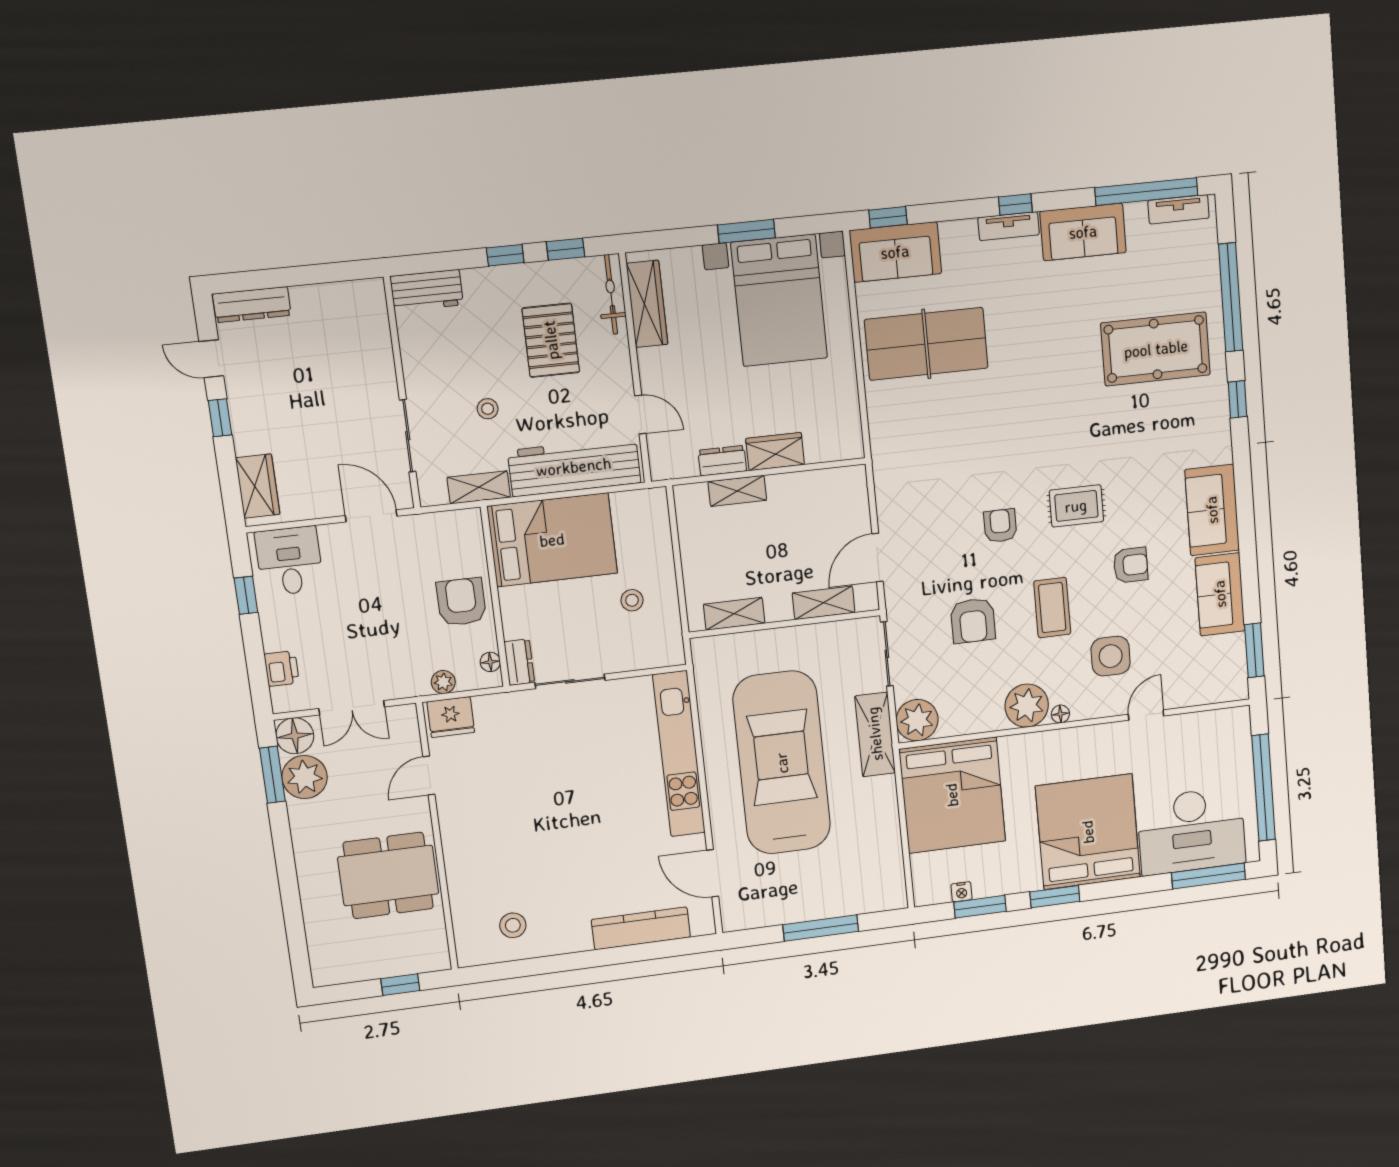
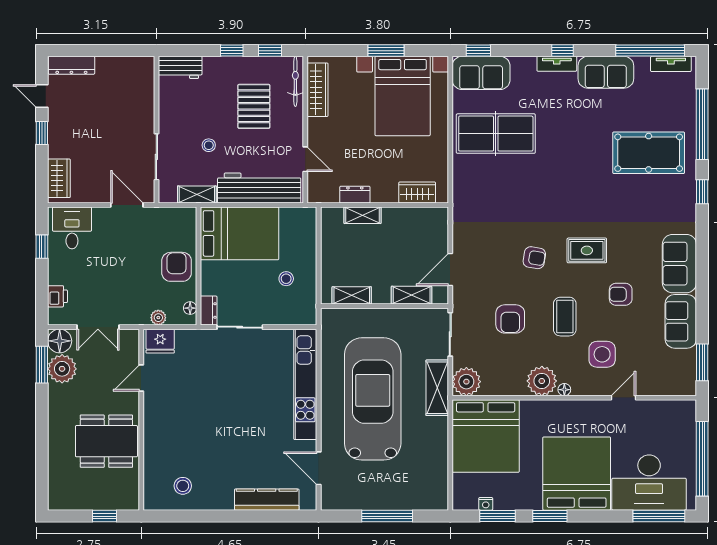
wardrobe: (775, 452) -> (417, 193), moved
armchair: (1000, 526) -> (534, 258), turned 99
armchair: (1131, 565) -> (621, 294), turned 180

